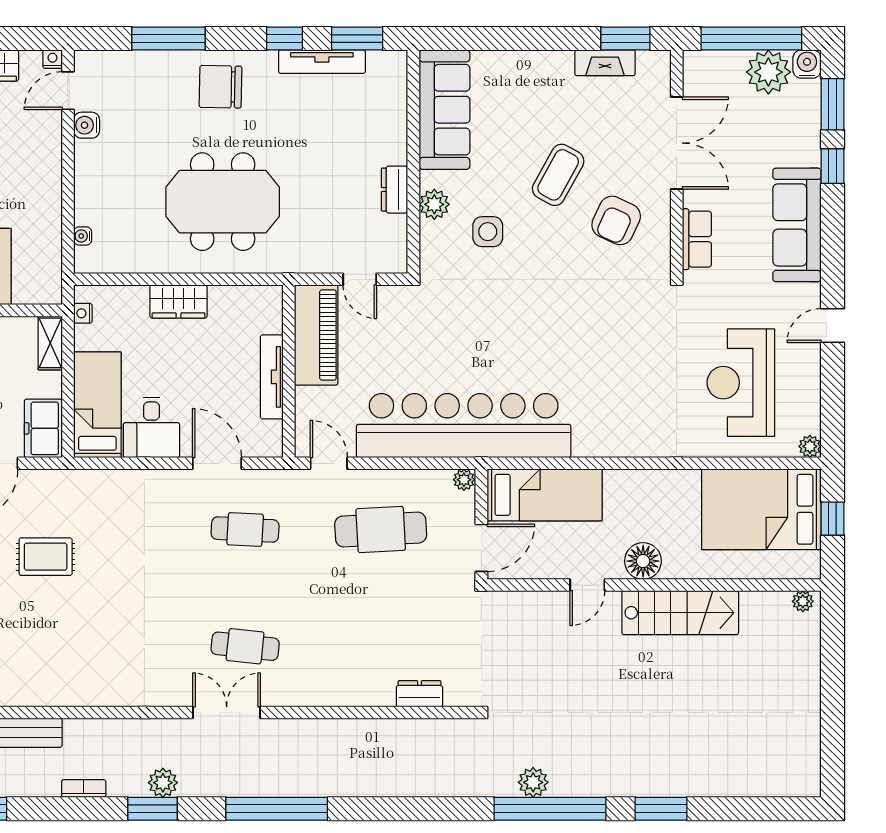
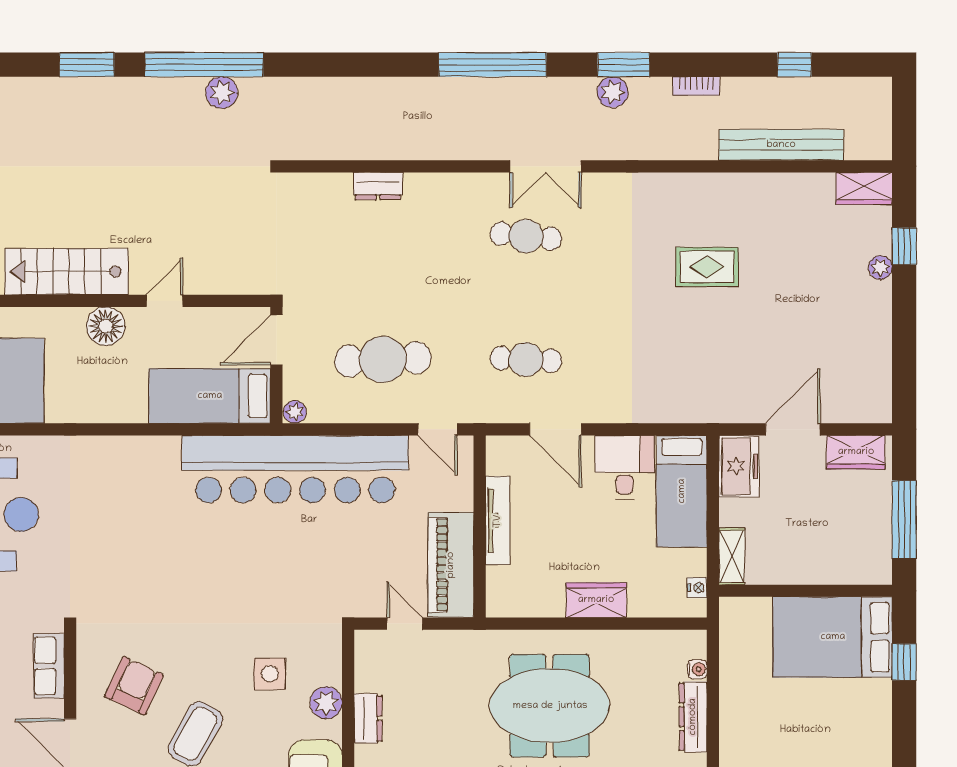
dresser: (87, 191) -> (693, 717), added
rug: (46, 557) -> (707, 267), moved
dresser: (419, 694) -> (378, 186), moved

